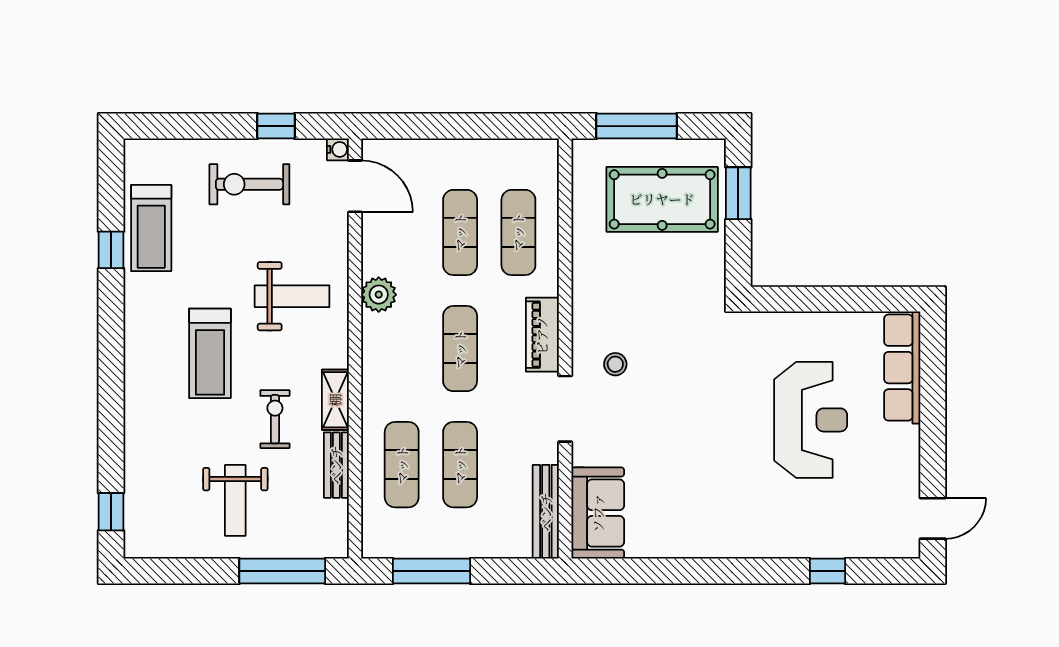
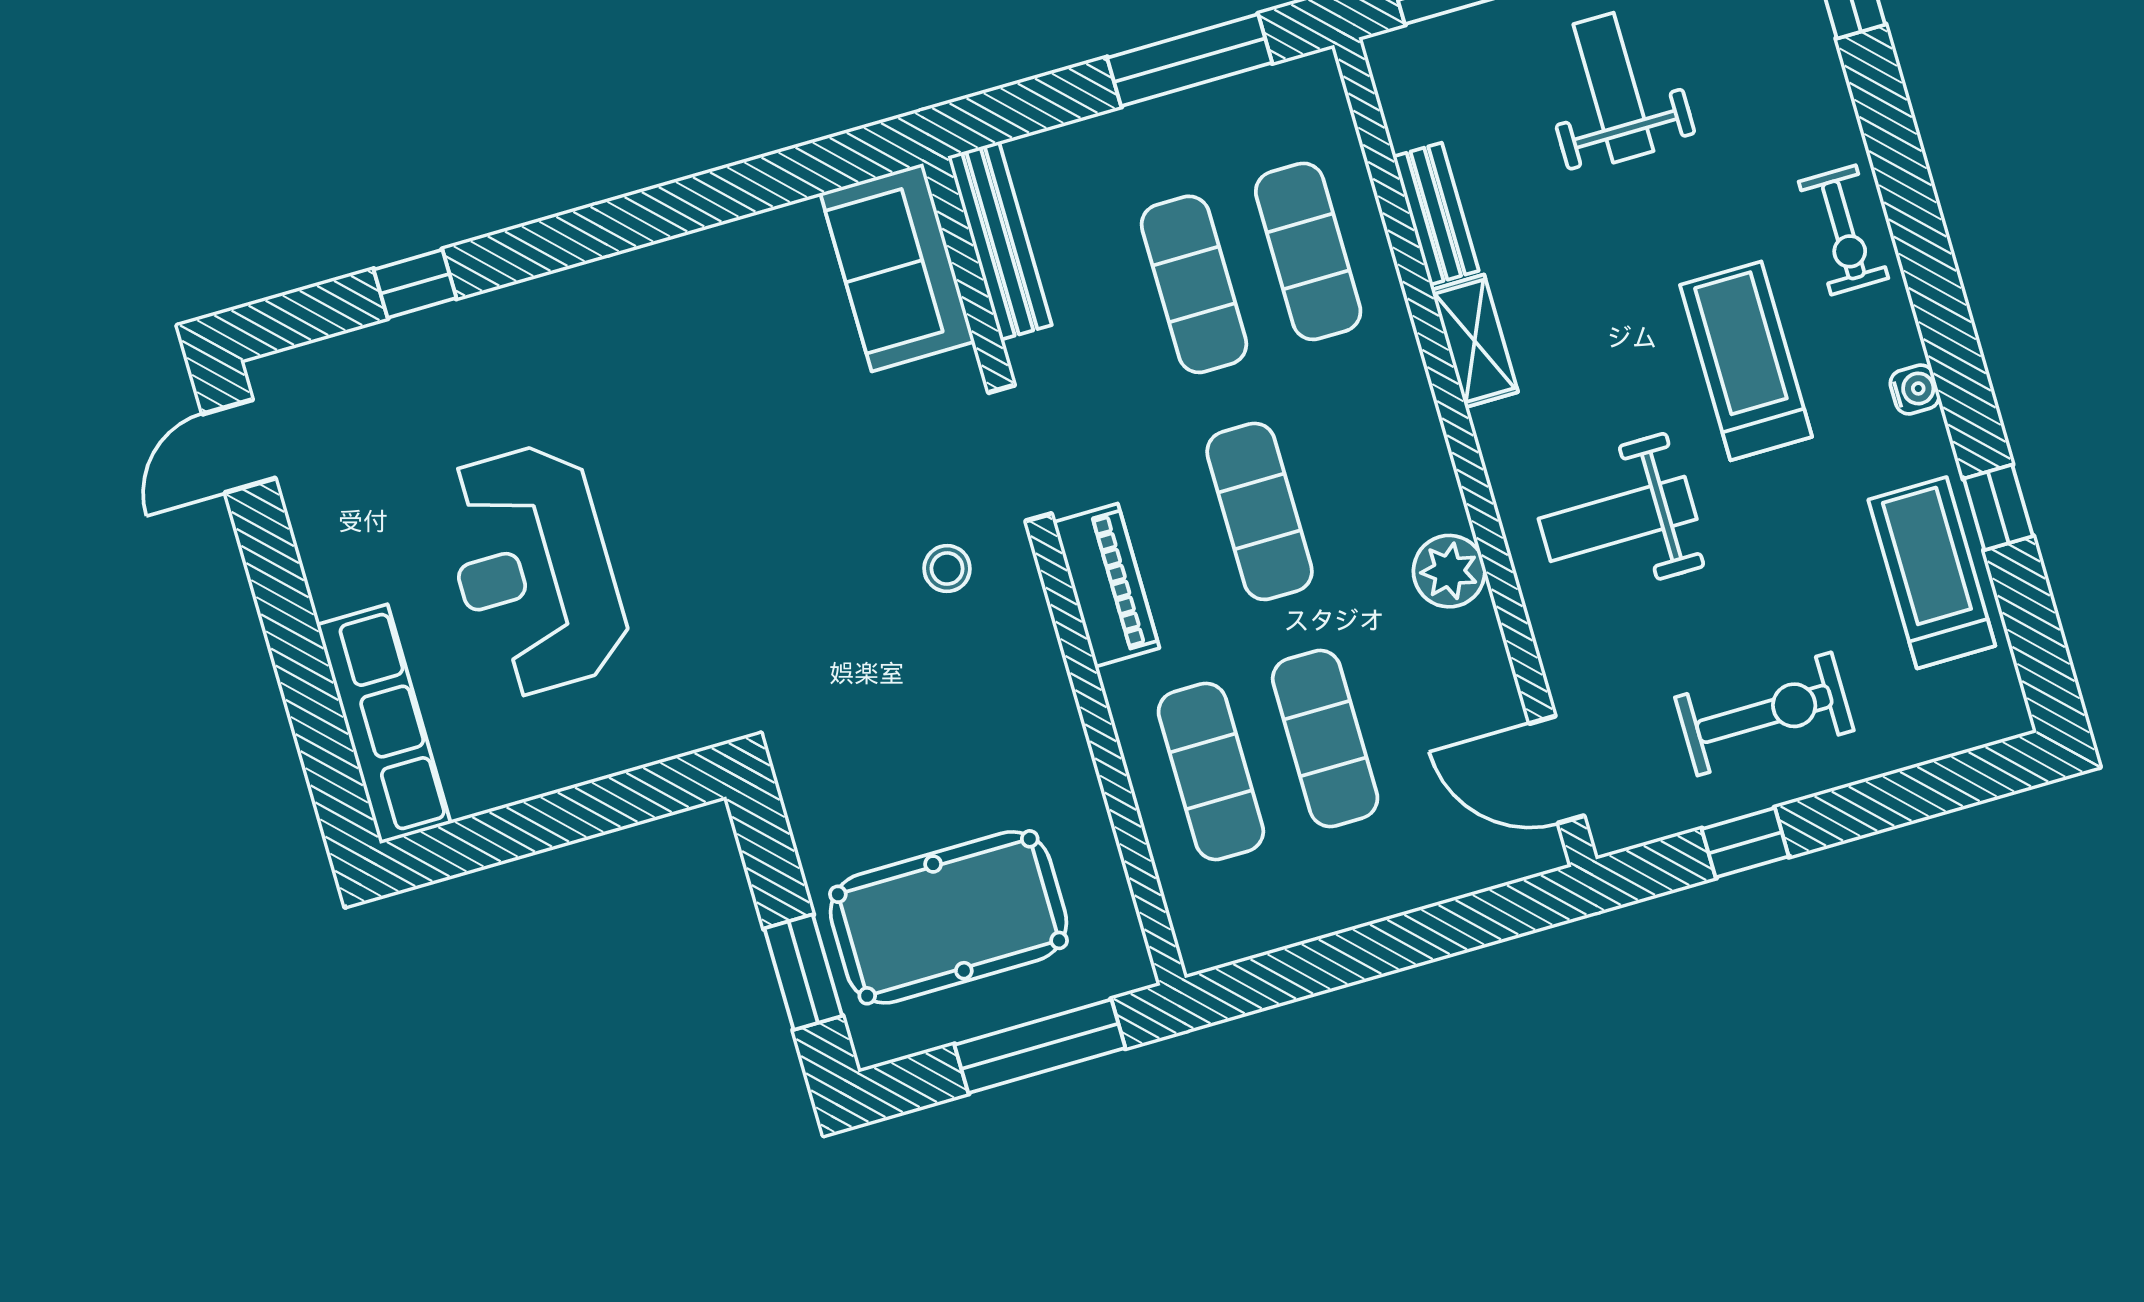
water cooler: (338, 149) -> (1915, 389), moved, turned 180
exercise bike: (275, 419) -> (1843, 230), moved

